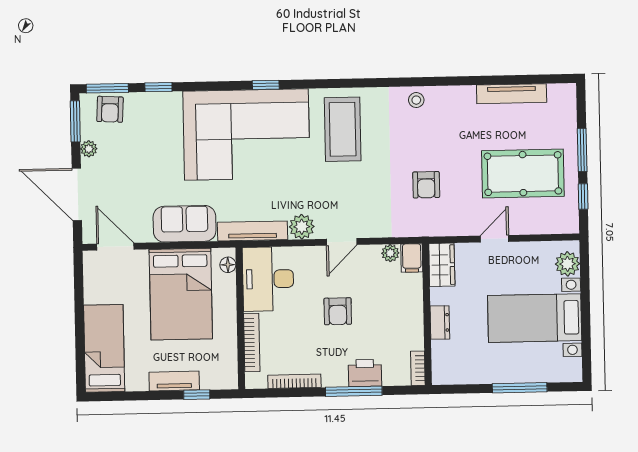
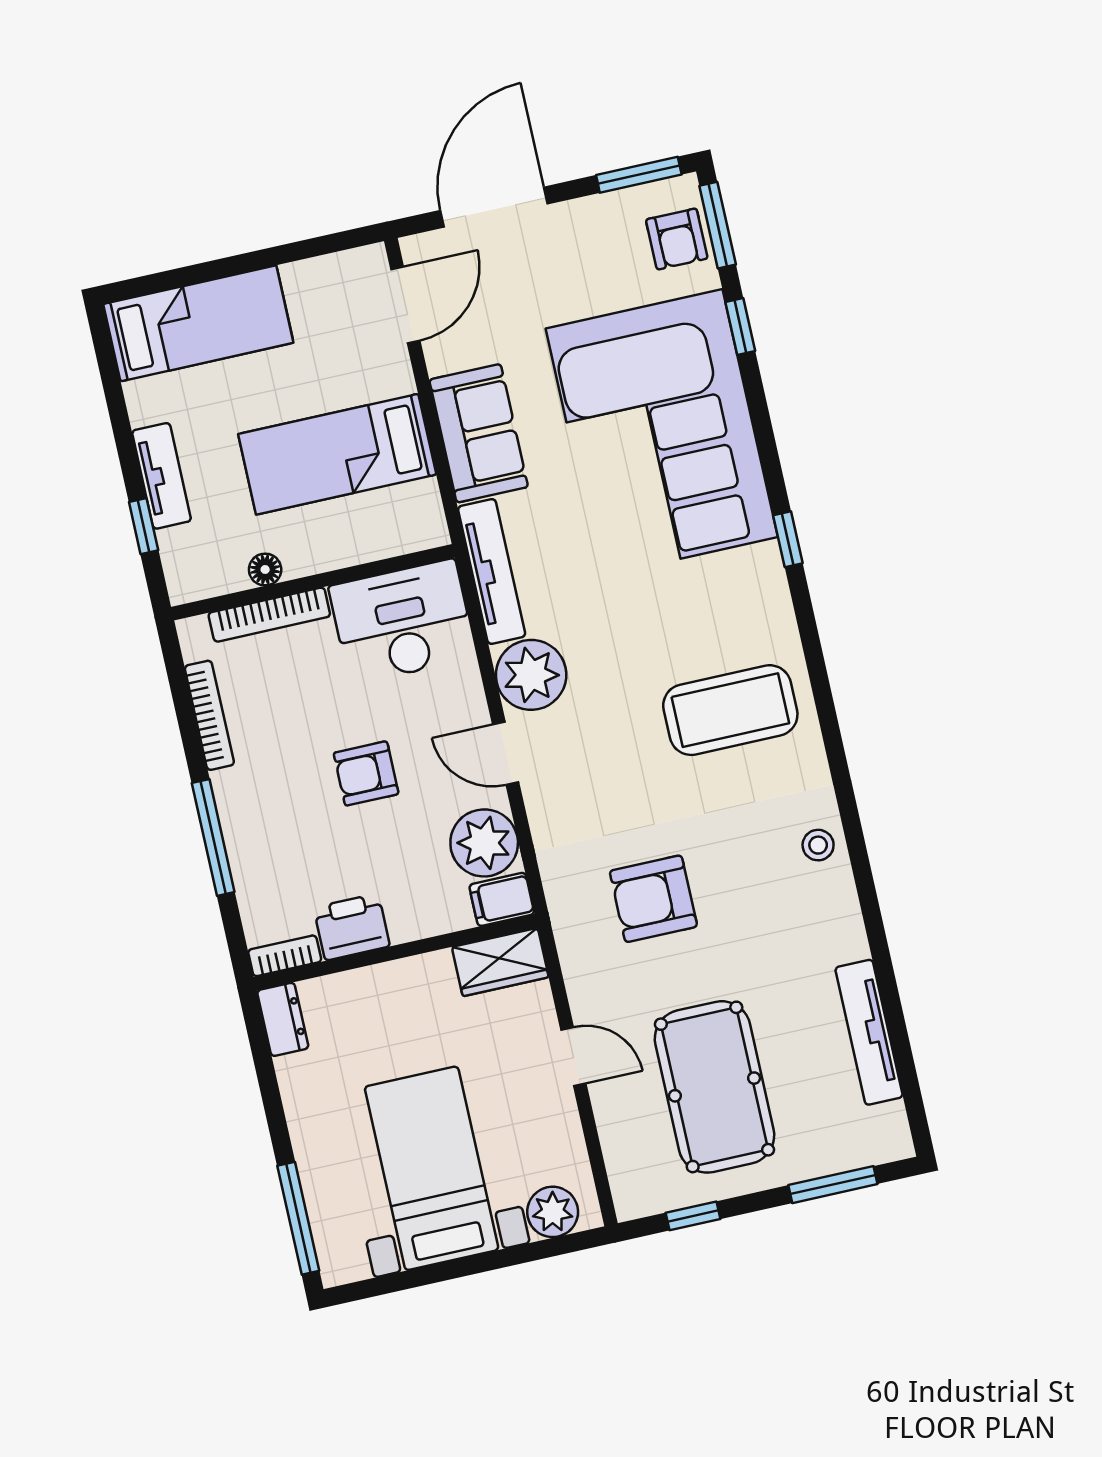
armchair: (110, 109) -> (677, 239), turned -93
corner sofa: (246, 134) -> (662, 433), moved
plant: (89, 149) -> (590, 213), removed
window: (582, 150) -> (833, 1185), moved
armchair: (426, 185) -> (653, 899), width x1.38, depth x1.38
plant: (302, 227) -> (531, 675), width x1.36, depth x1.36
plant: (390, 253) -> (484, 843), width x1.87, depth x1.87
floor lamp: (228, 265) -> (265, 570), moved
bed: (181, 294) -> (337, 454), width x0.67
dresser: (440, 322) -> (283, 1019), moved, turned -90
printer: (365, 373) -> (352, 927), moved, turned -90
window: (520, 388) -> (298, 1218), moved

